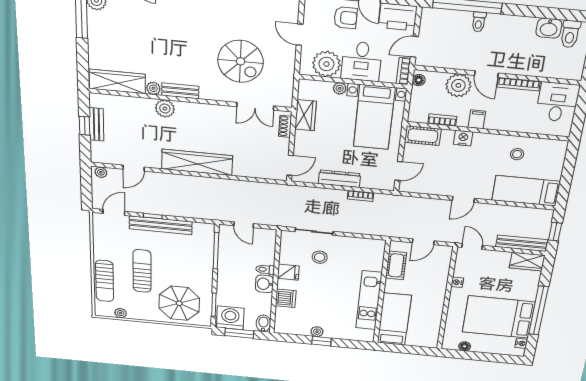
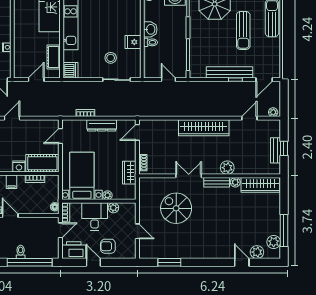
plant: (326, 64) -> (113, 208), width x0.53, depth x0.53
plant: (458, 85) -> (28, 206), removed
double door: (255, 106) -> (189, 176), moved
cot: (423, 136) -> (42, 163), width x1.37, depth x1.34
dishwasher: (286, 298) -> (70, 70), moved, turned 180

